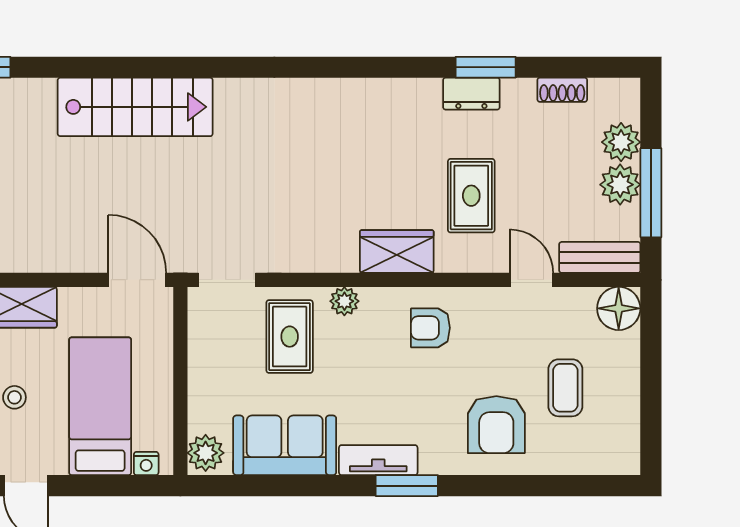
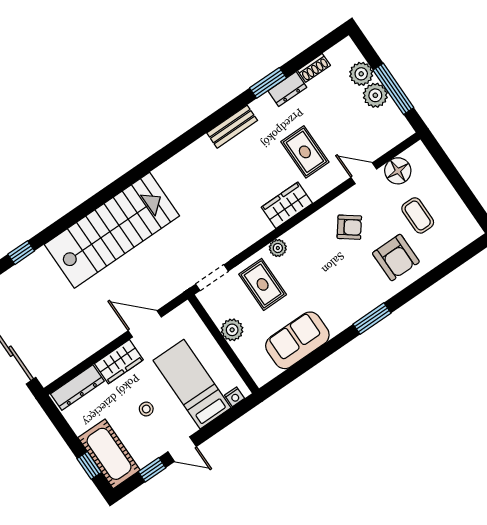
dresser: (471, 94) -> (287, 89), moved
stairs: (135, 107) -> (112, 230), width x1.36, depth x1.51
bench: (600, 257) -> (232, 127), moved
door: (137, 280) -> (145, 324), moved
floor lamp: (619, 308) -> (398, 171), moved
armchair: (430, 328) -> (349, 227), moved, turned -143
plant: (206, 453) -> (232, 330), moved
tv unit: (378, 460) -> (349, 316), removed

